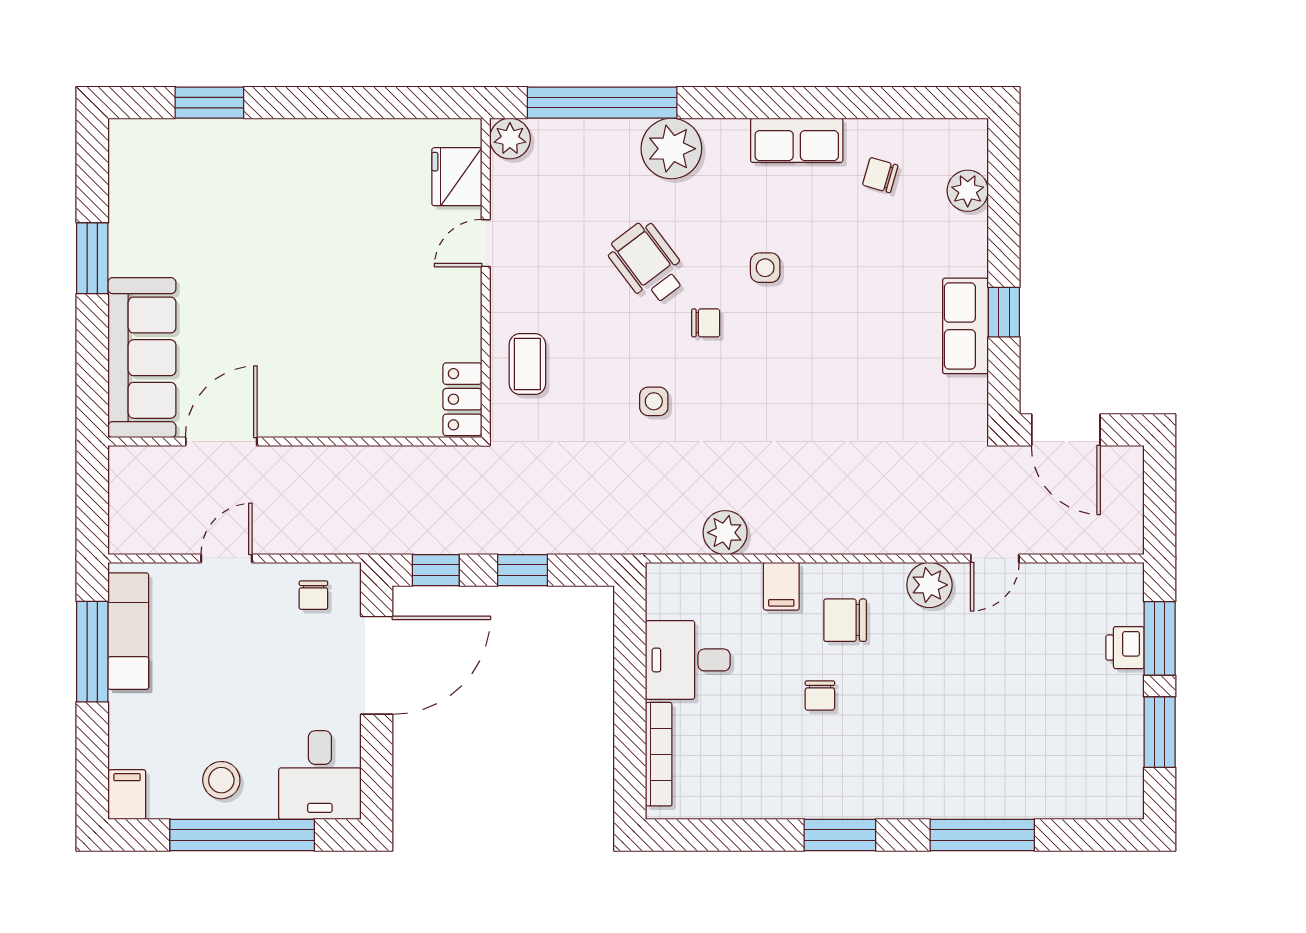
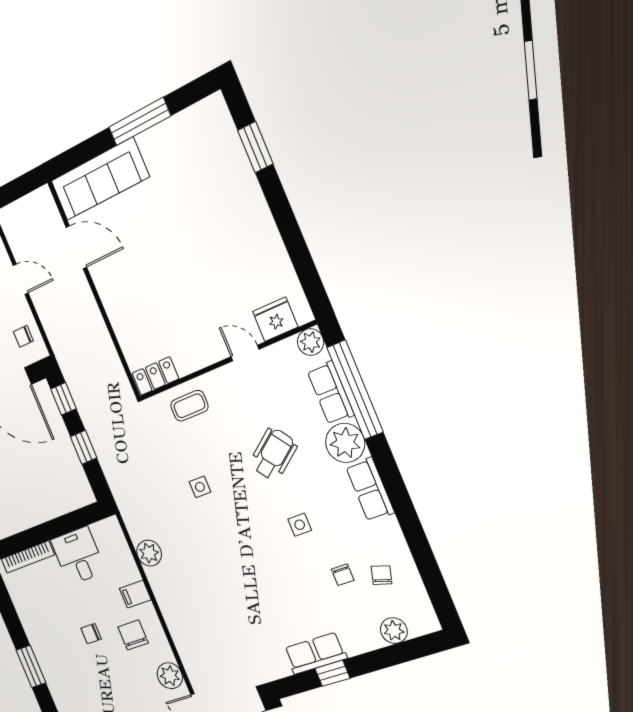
row of seats: (593, 140) -> (331, 393), added
row of seats: (797, 140) -> (370, 490), moved
window: (92, 258) -> (140, 121), width x1.44
chair: (706, 323) -> (343, 575), moved

